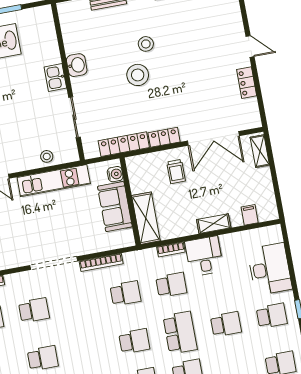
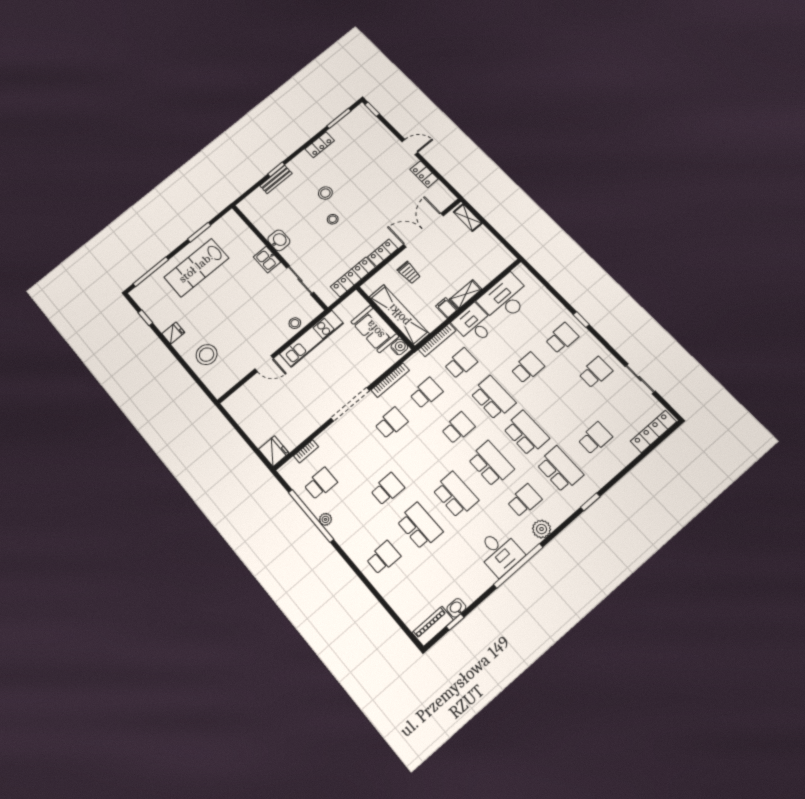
stool: (138, 75) -> (333, 219), width x0.53, depth x0.53
double door: (213, 138) -> (424, 230), swing flipped
water cooler: (115, 174) -> (399, 347), moved
filing cabinet: (250, 215) -> (446, 308), moved
shelving: (146, 218) -> (399, 315), width x1.47
bookcase: (171, 249) -> (437, 340), width x1.56
desk: (270, 269) -> (505, 299), moved, turned -90
school desk: (34, 310) -> (391, 423), moved

